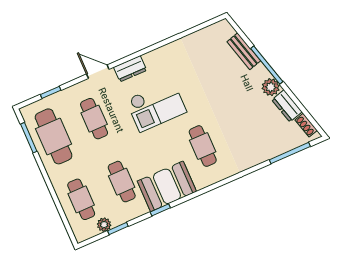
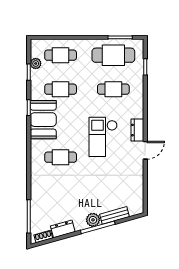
door: (98, 72) -> (145, 150), moved
plant: (271, 87) -> (93, 220), moved

